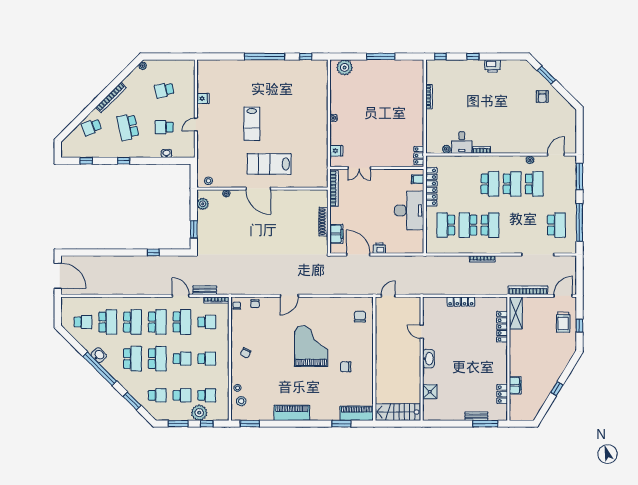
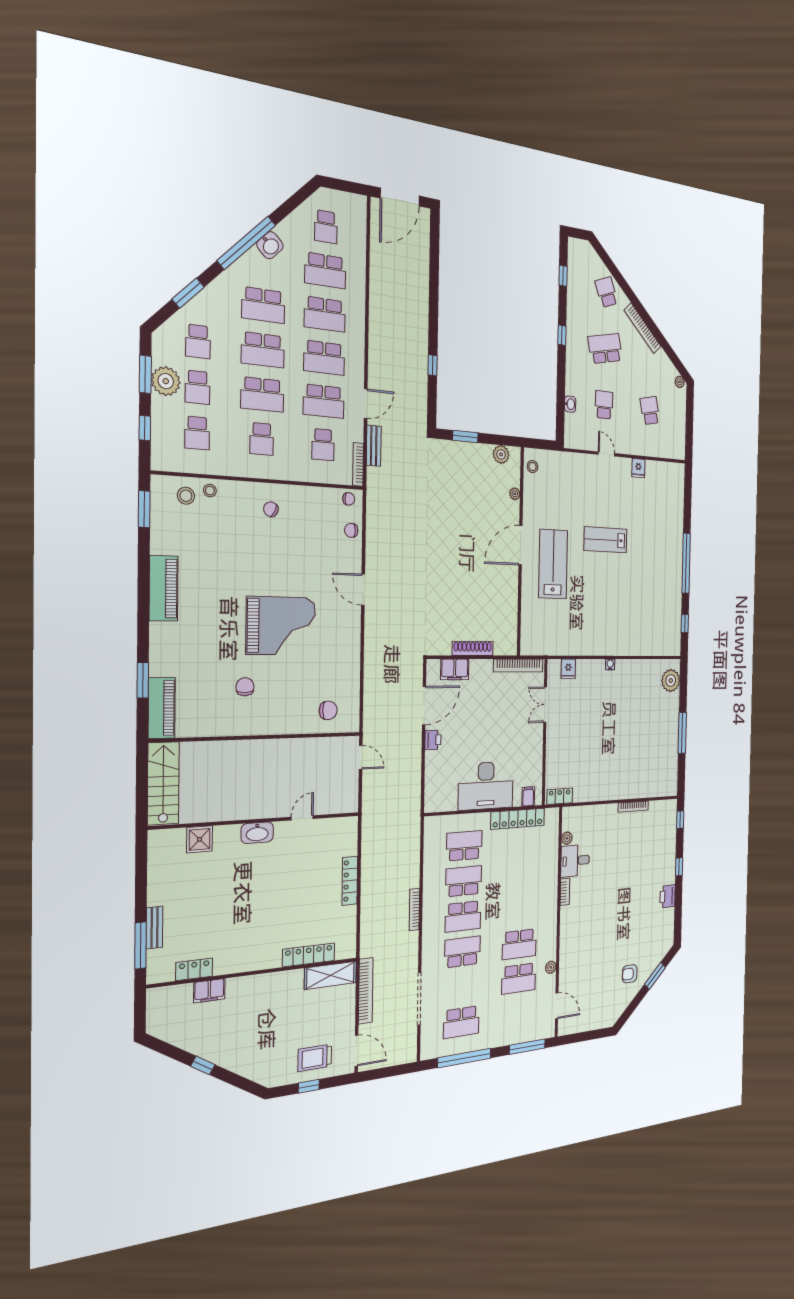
school desk: (490, 184) -> (462, 952), moved, turned 180
school desk: (182, 359) -> (262, 394), width x1.85
plant: (199, 413) -> (166, 381), moved

